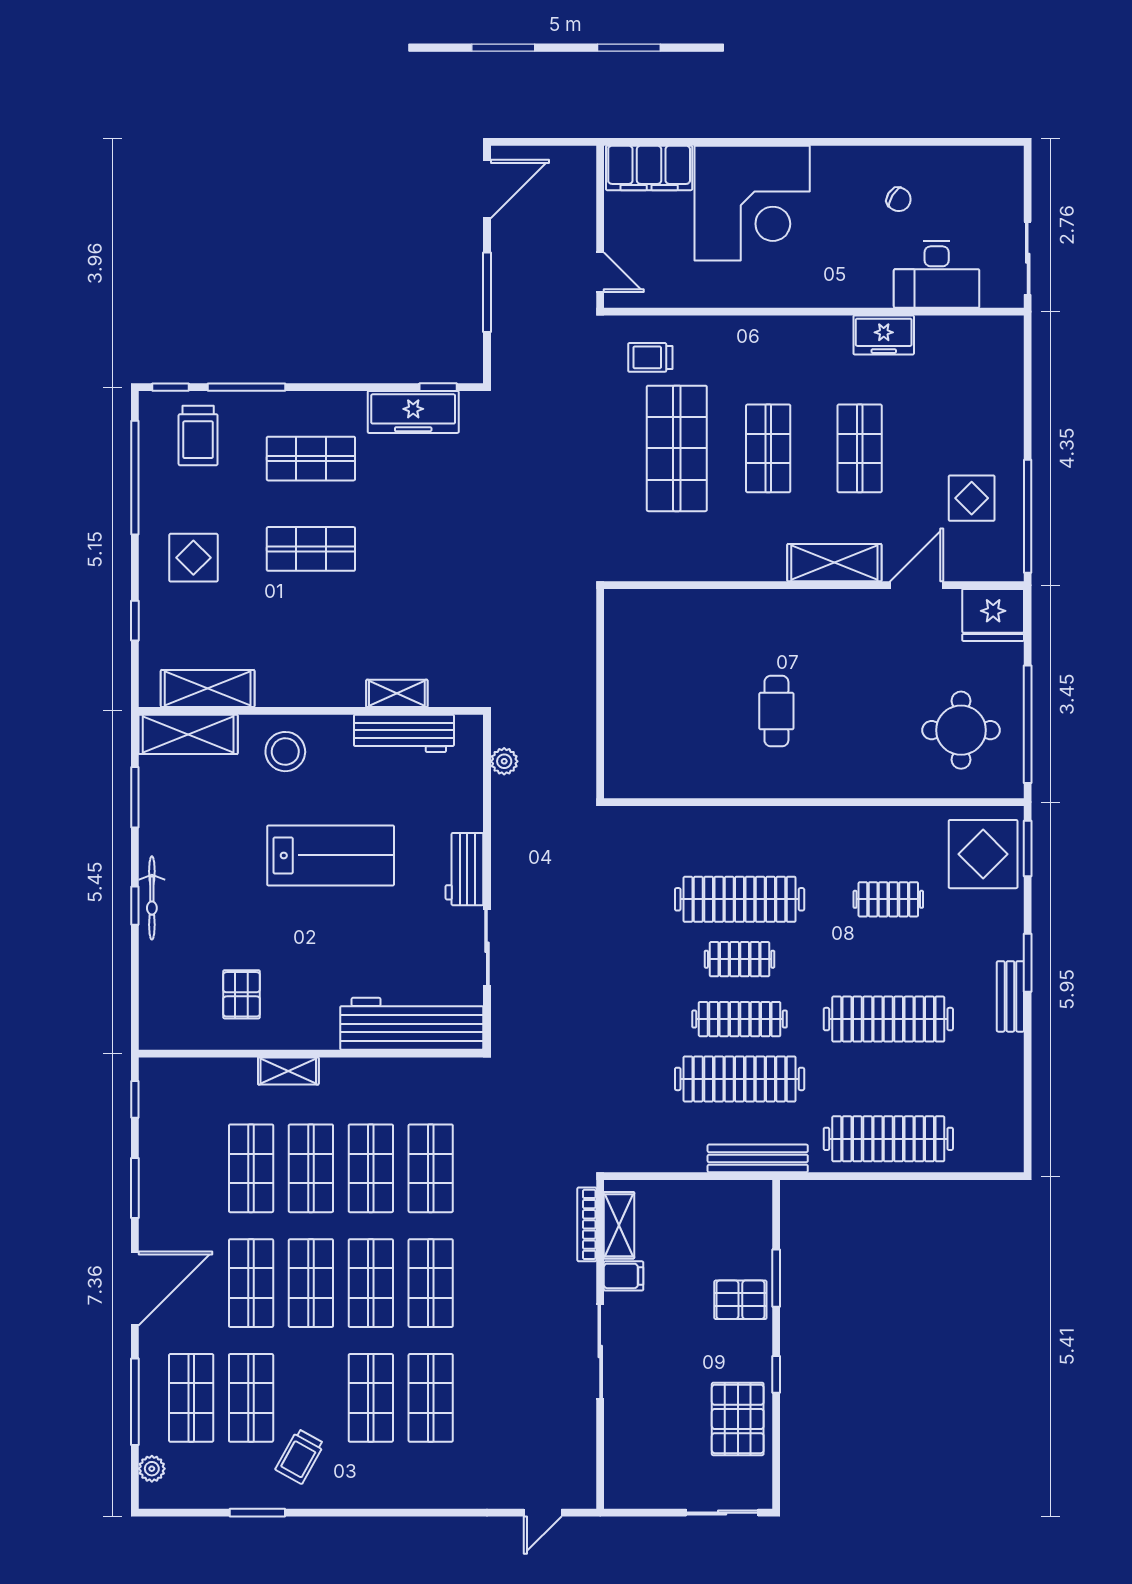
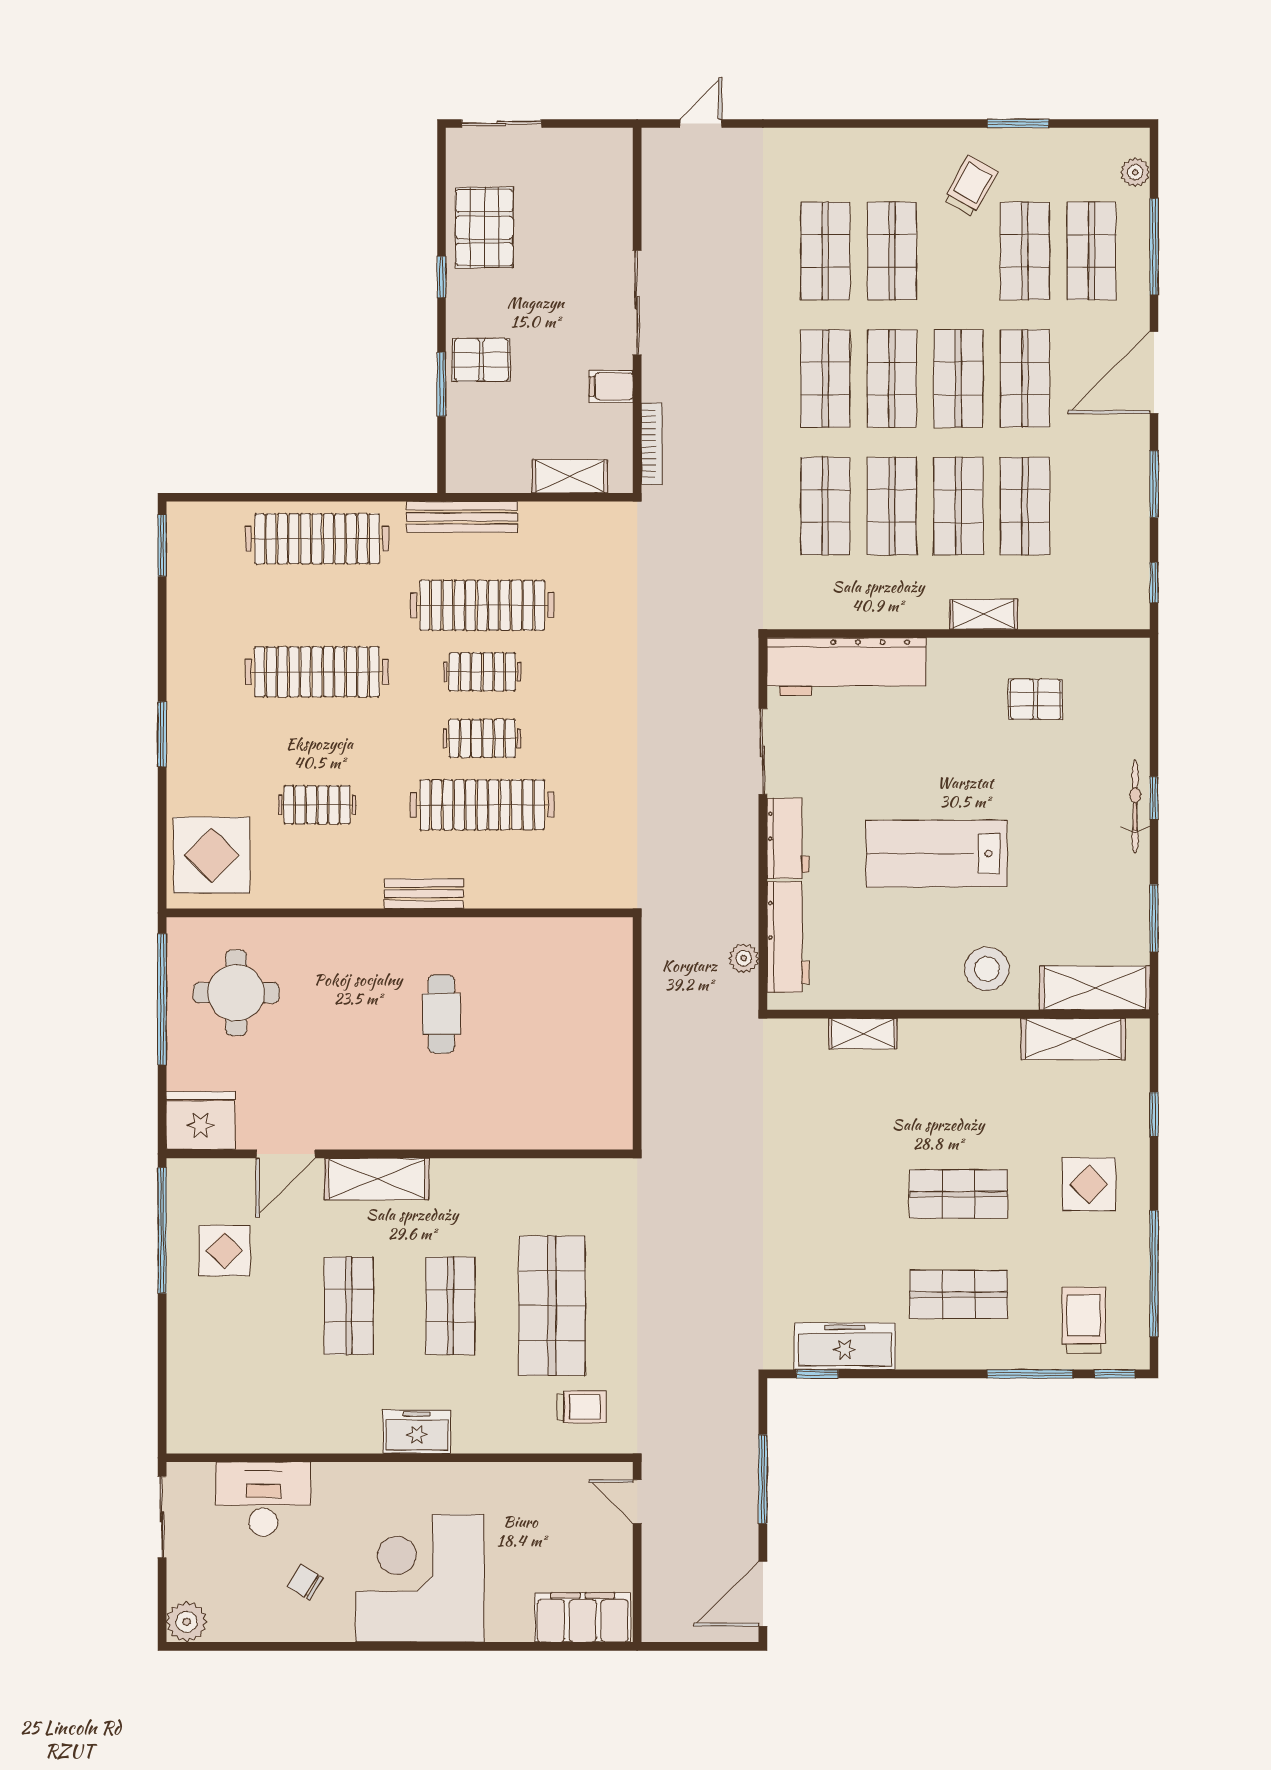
plant: (1006, 164) -> (187, 1622), added
corner desk: (752, 203) -> (420, 1578), moved
freezer: (884, 335) -> (417, 1432), moved
workbench: (404, 733) -> (788, 937), moved, turned 90
window: (1028, 849) -> (162, 545), moved
pallet: (242, 994) -> (1036, 699), turned 90
bench: (1010, 996) -> (424, 894), moved, turned 90
clothes rail: (740, 1019) -> (482, 672), width x0.73
shelving: (619, 1225) -> (570, 476), moved, turned 90

